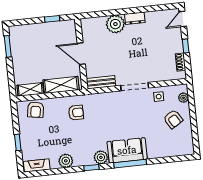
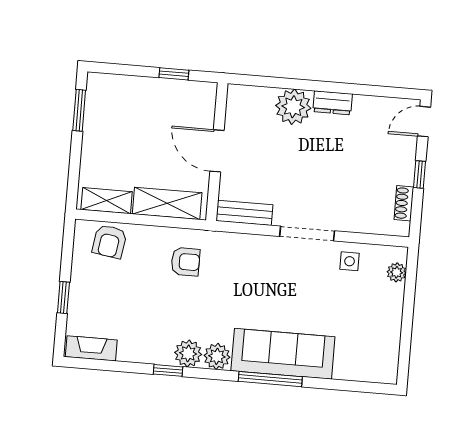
armchair: (173, 119) -> (369, 310), removed
sofa: (127, 150) -> (283, 354), width x1.36
plant: (66, 161) -> (188, 353), moved
window: (91, 168) -> (168, 370), moved

